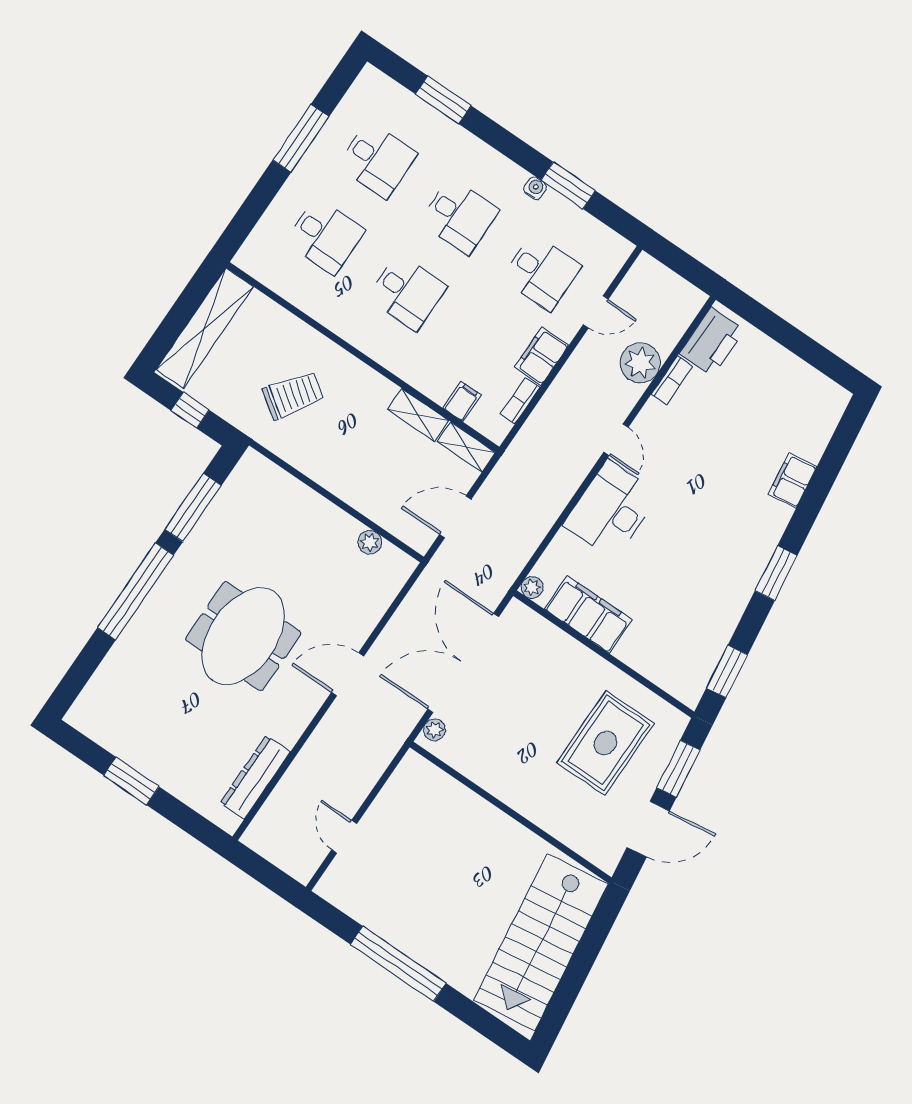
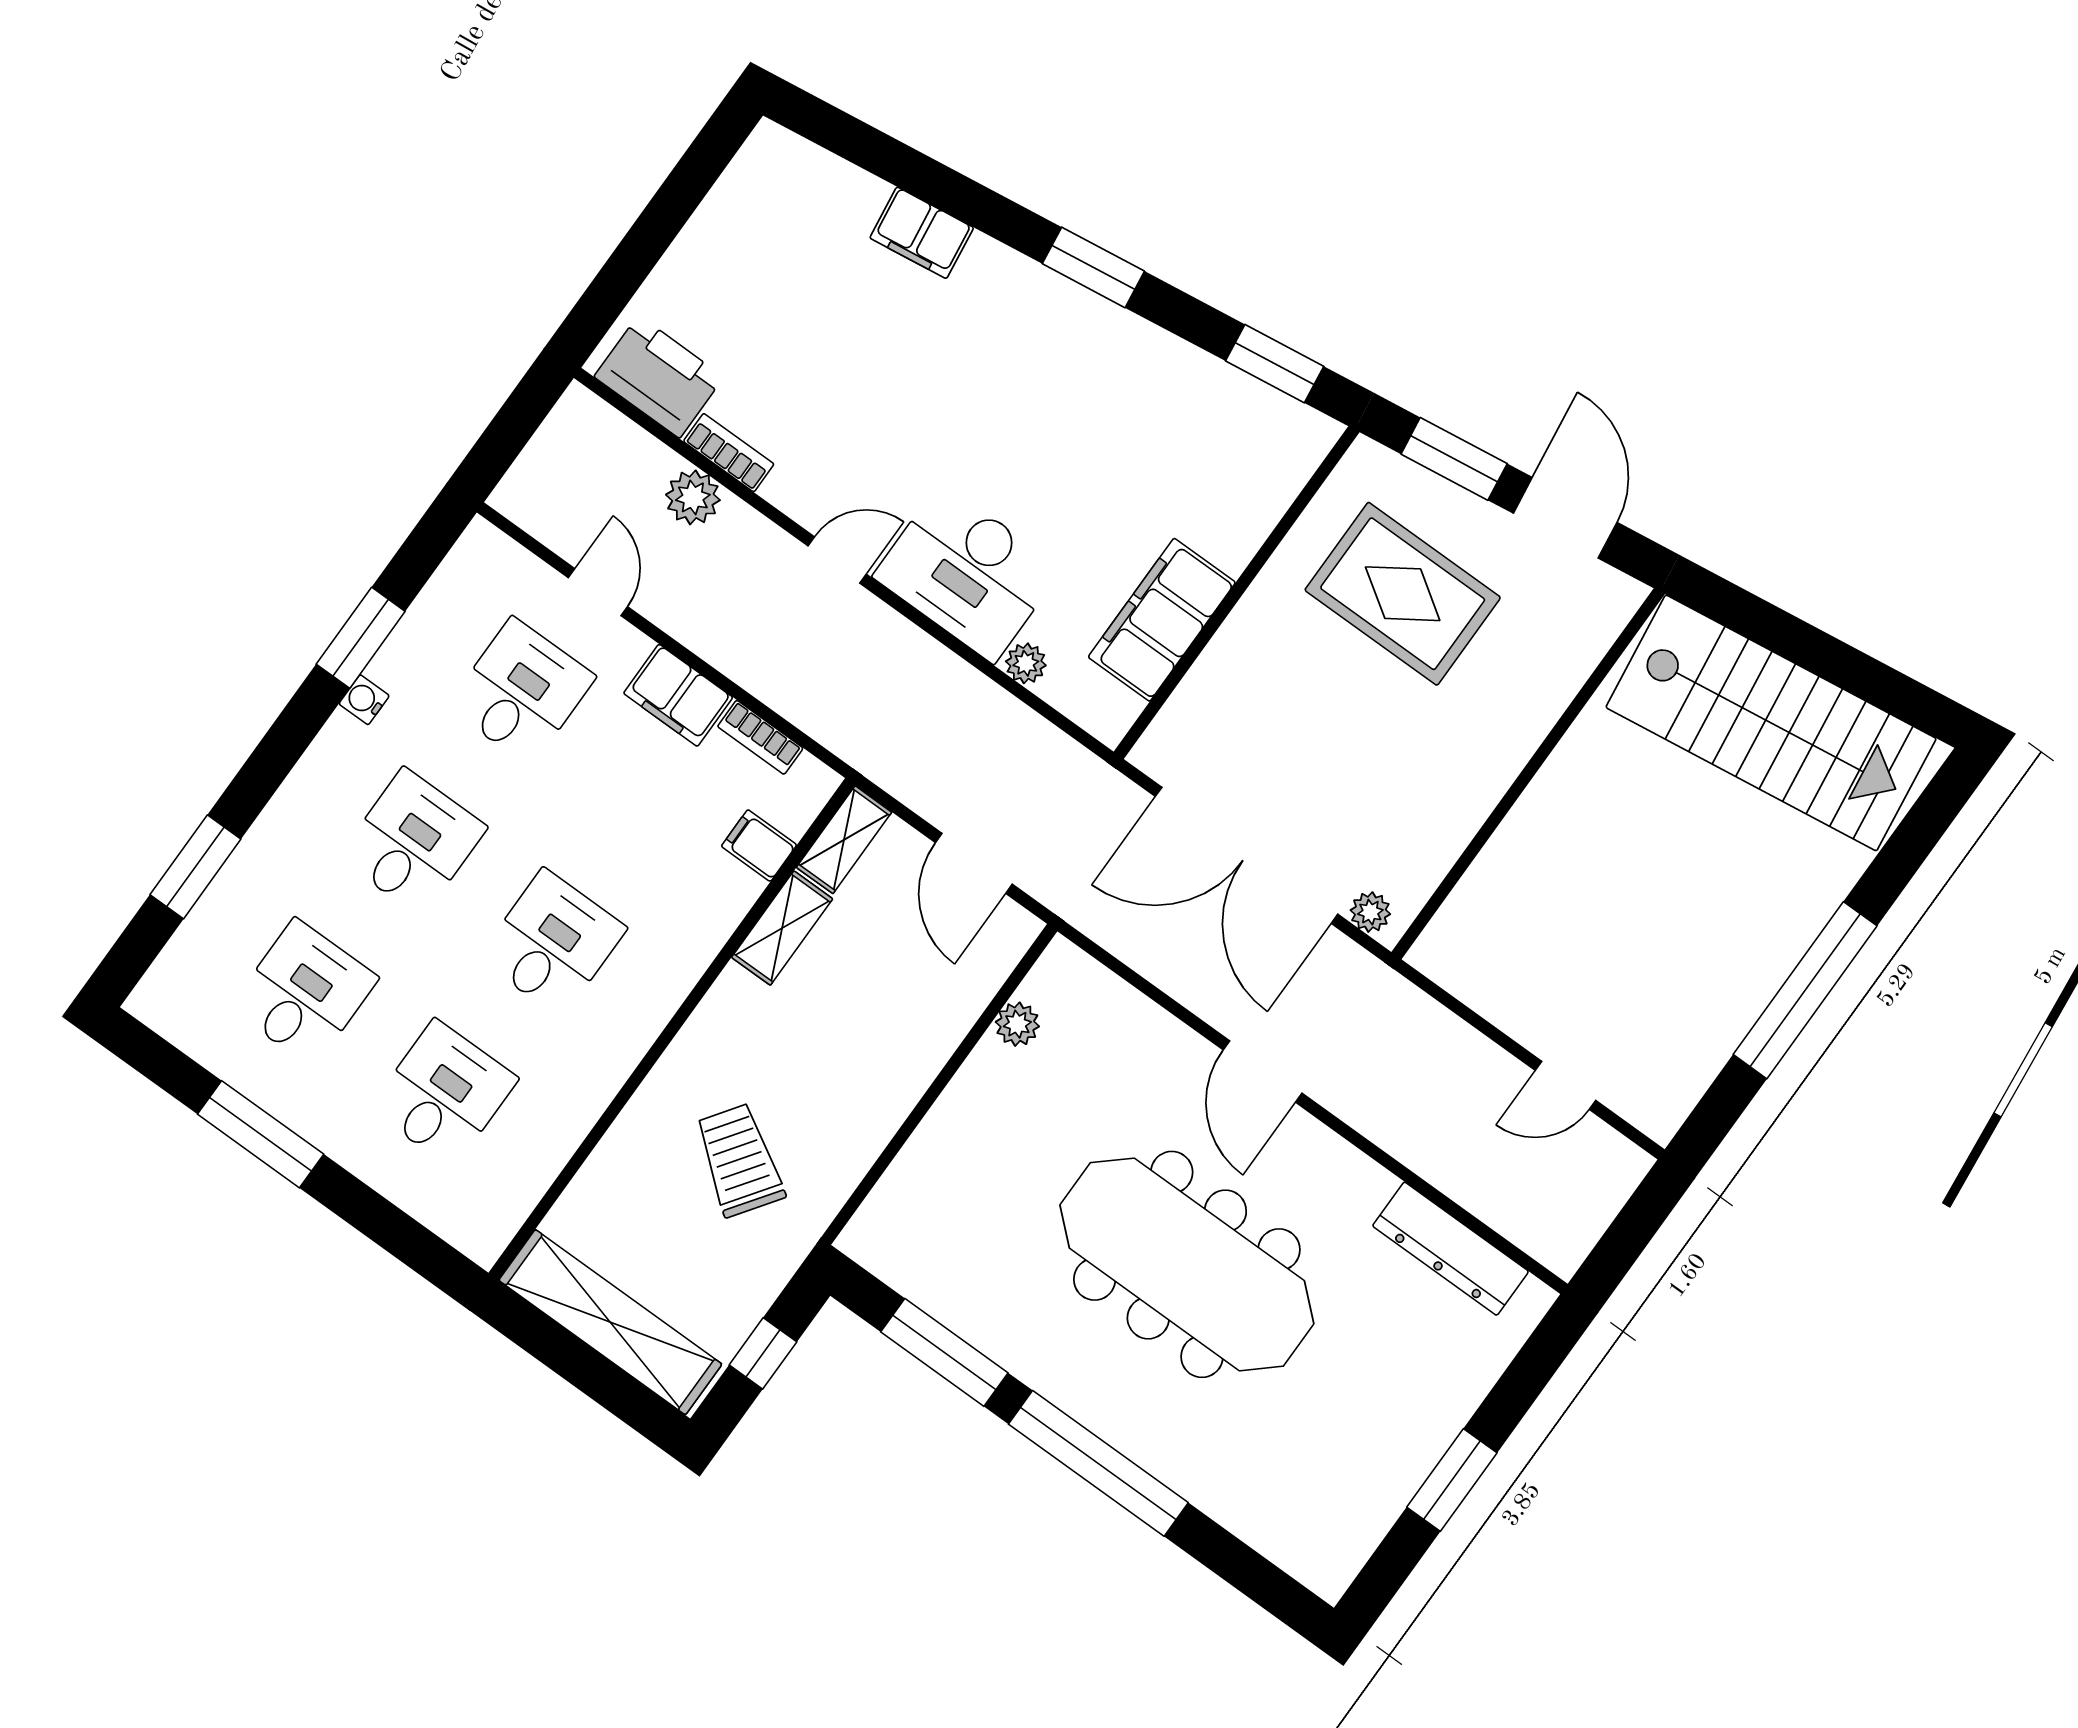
plant: (640, 363) -> (693, 497), width x0.73, depth x0.73
plant: (532, 587) -> (1026, 663), moved
meeting table: (243, 636) -> (1187, 1264), width x1.36

